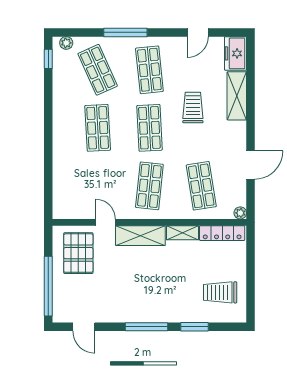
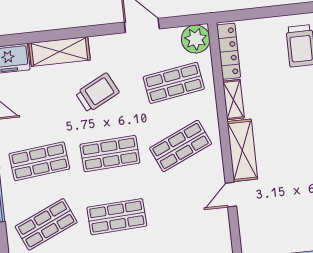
trolley: (193, 108) -> (97, 93), moved, turned 153
shop shelf: (149, 186) -> (181, 146), turned -30
plant: (240, 213) -> (196, 39), width x1.88, depth x1.88
pallet: (78, 253) -> (272, 224), removed

